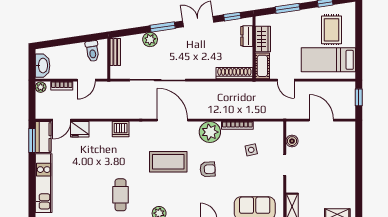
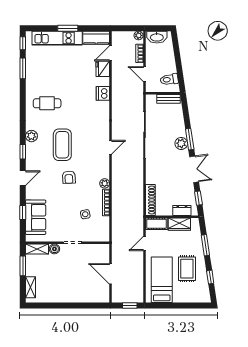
rug: (331, 30) -> (187, 269), moved, turned 90
plant: (150, 40) -> (181, 143), moved
door: (62, 120) -> (111, 53), hinge flipped
door: (172, 120) -> (111, 147), width x0.53
door: (321, 120) -> (111, 274), swing flipped
dishwasher: (121, 129) -> (103, 93), moved
plant: (210, 132) -> (105, 183), width x0.53, depth x0.53
window: (32, 141) -> (68, 28), moved
boiler: (292, 141) -> (54, 249), moved
coffee table: (168, 162) -> (62, 145), moved

